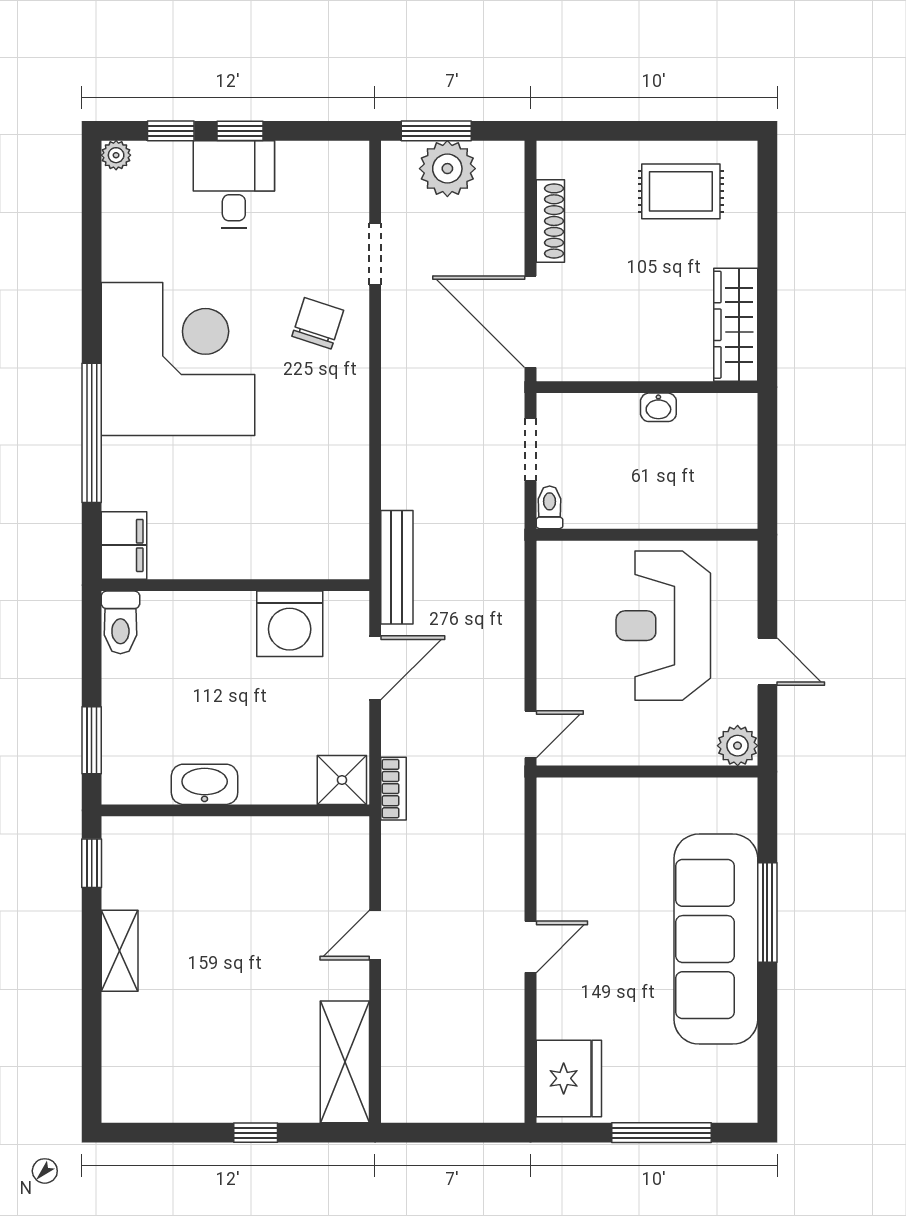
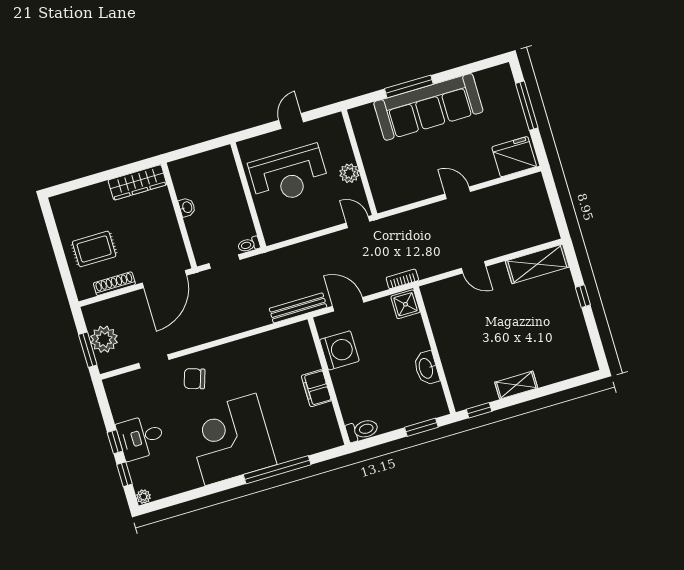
rug: (681, 191) -> (94, 249), moved, turned 90
filing cabinet: (124, 545) -> (316, 388), moved, turned -90
plant: (738, 746) -> (349, 173), moved

